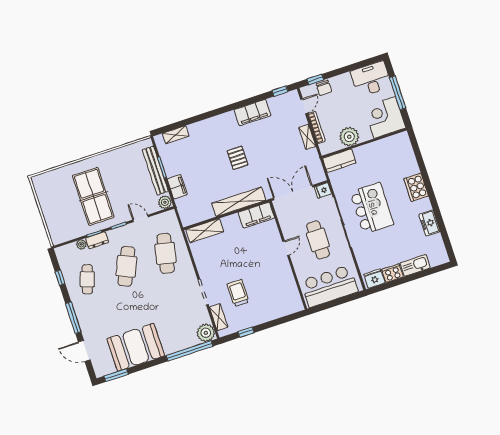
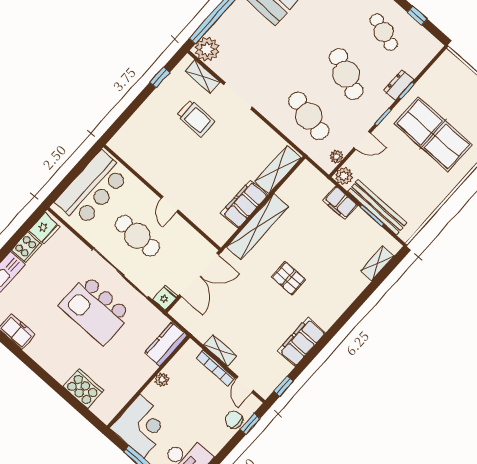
plant: (349, 137) -> (162, 380), width x0.53, depth x0.53
cooker: (416, 187) -> (83, 388), moved
filing cabinet: (256, 215) -> (244, 204), moved
plant: (81, 244) -> (336, 157), moved

